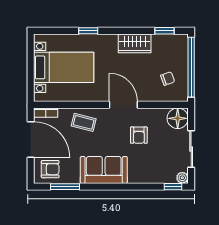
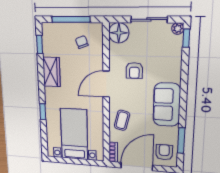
window: (191, 67) -> (71, 19), width x0.68
armchair: (139, 135) -> (134, 71), turned 90

